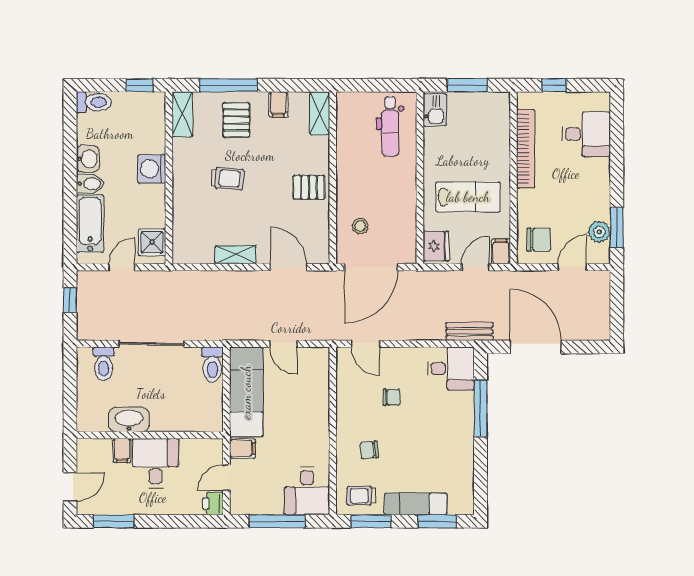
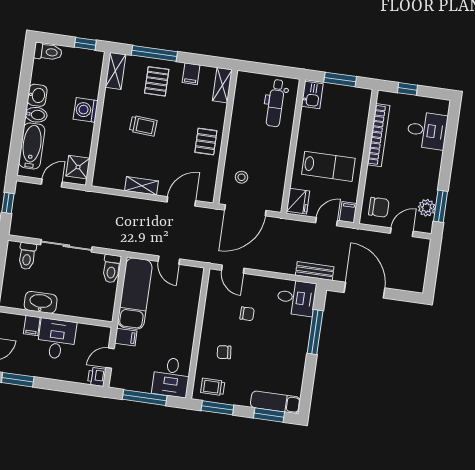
pallet: (309, 187) -> (206, 141), turned 90
door: (289, 267) -> (181, 201), hinge flipped
exam couch: (416, 504) -> (275, 402), moved

